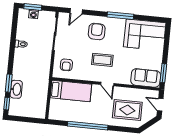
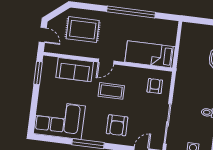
sofa: (146, 78) -> (75, 70), moved
door: (107, 84) -> (106, 61), swing flipped

